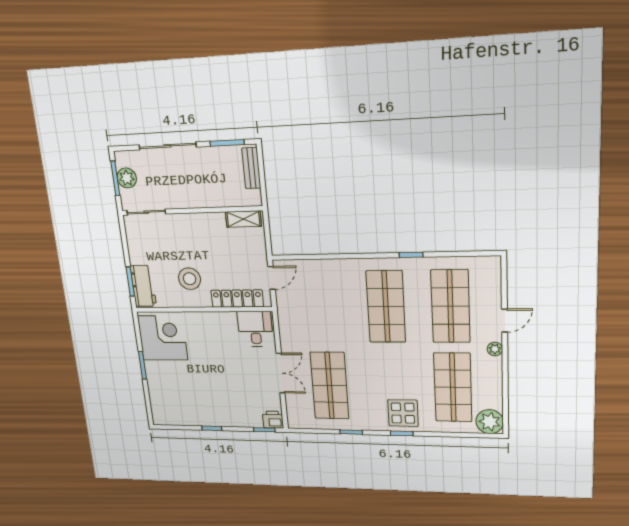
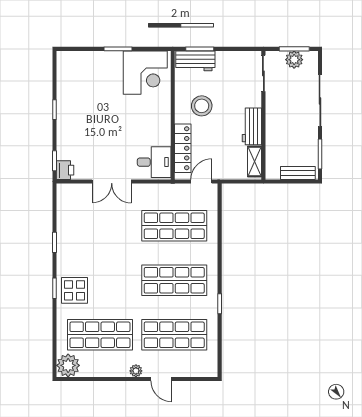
workbench: (205, 223) -> (252, 126), added
door: (272, 278) -> (201, 182), swing flipped
shop shelf: (330, 386) -> (174, 226), moved

